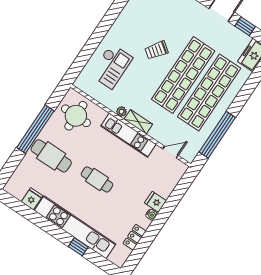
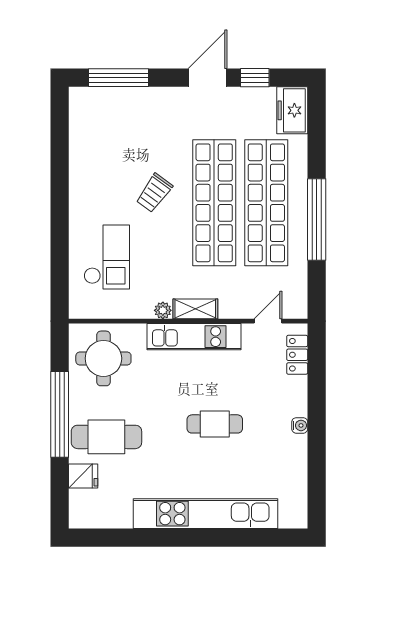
window: (217, 135) -> (317, 219), moved
cafe table: (97, 179) -> (215, 424), moved
fridge: (32, 199) -> (83, 476), moved, turned 90
fridge: (156, 202) -> (293, 404), removed
locker: (135, 237) -> (297, 355), moved
window: (78, 247) -> (228, 538), removed

